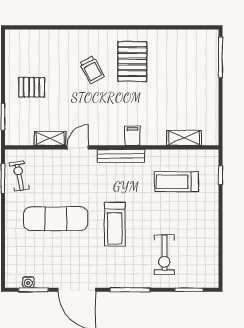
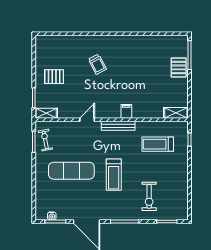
pallet: (132, 62) -> (179, 67), moved, width x0.67, depth x0.71
shelving: (50, 138) -> (46, 113), moved
shelving: (184, 138) -> (176, 113), moved

